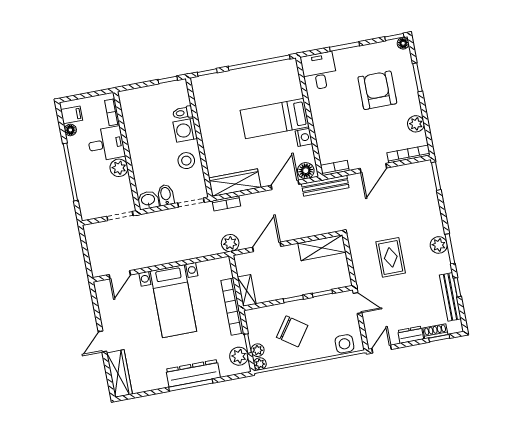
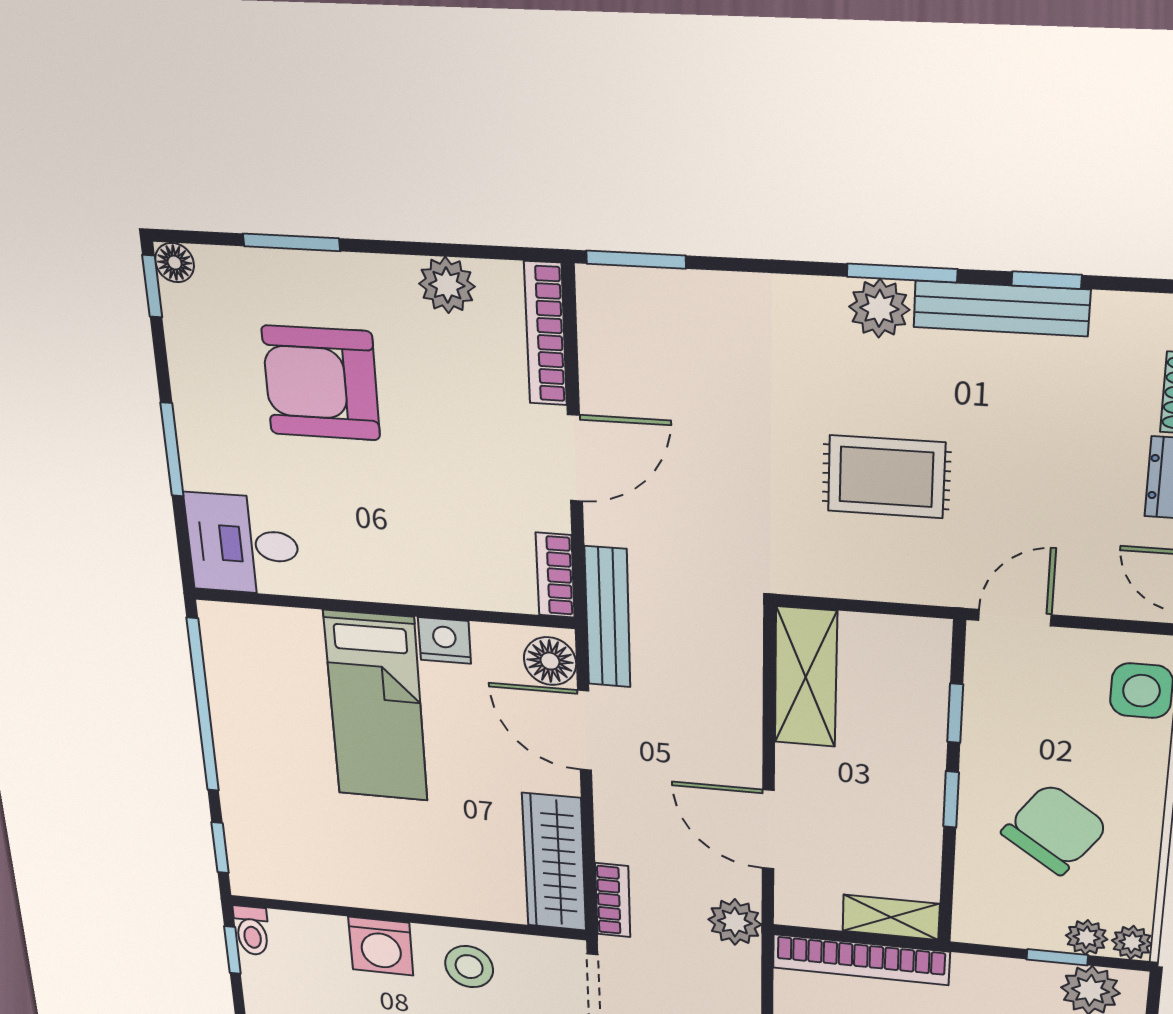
toilet: (183, 113) -> (252, 931), moved
door: (373, 168) -> (575, 458), hinge flipped
bench: (450, 297) -> (1001, 308), moved
bookcase: (232, 307) -> (861, 960), moved

